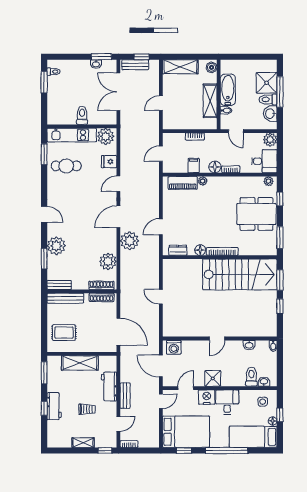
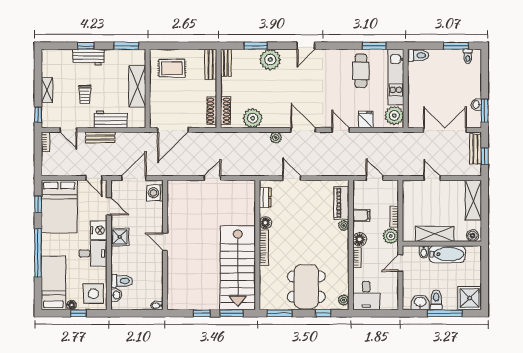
shower: (267, 83) -> (470, 298), moved
toilet: (82, 115) -> (418, 55), moved
plant: (270, 140) -> (391, 236), moved
plant: (129, 241) -> (276, 138), width x0.53, depth x0.53
bench: (65, 298) -> (211, 64), width x0.73
rug: (64, 333) -> (172, 68), turned 90
washbasin: (249, 345) -> (158, 278), removed
side table: (263, 402) -> (93, 294), width x1.87, depth x1.87

